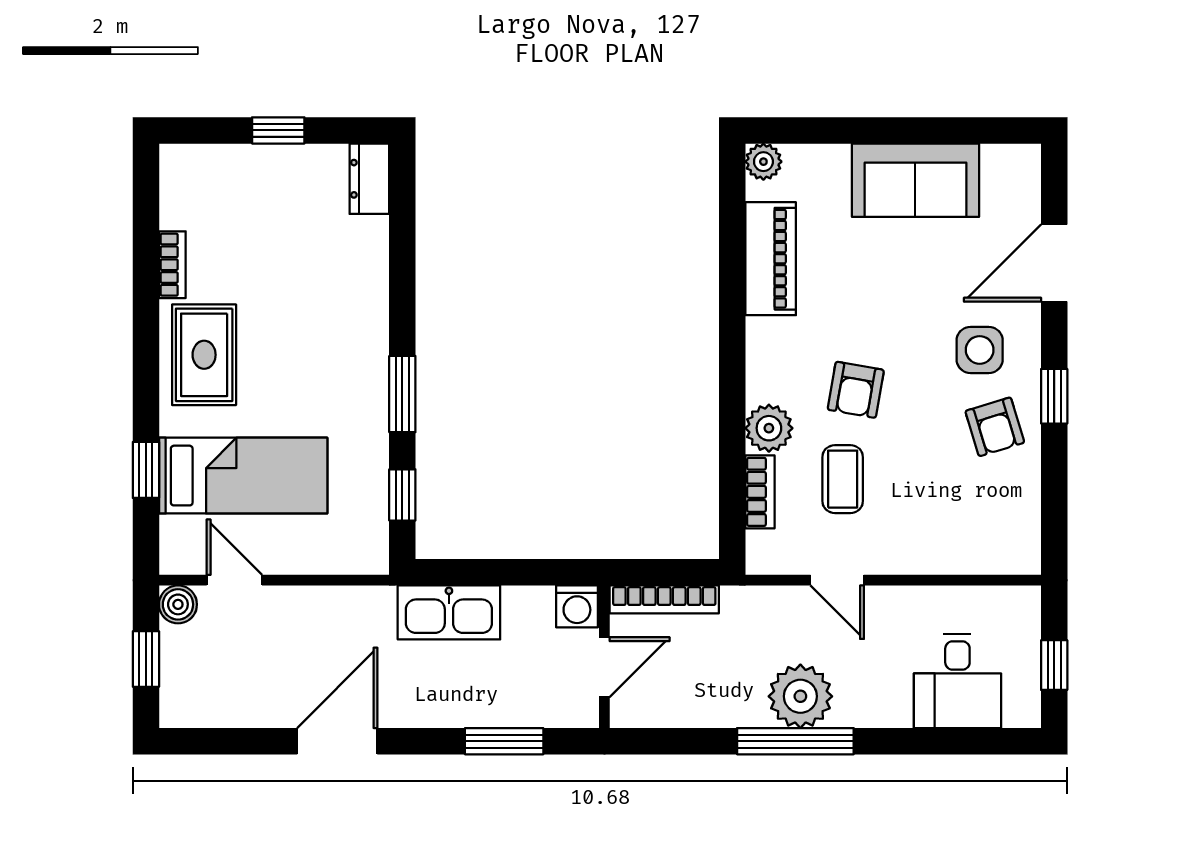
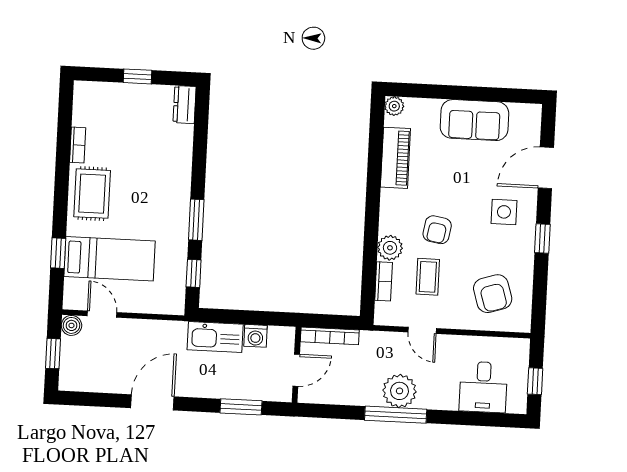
armchair: (995, 427) -> (493, 294), moved, width x1.38, depth x1.38
washing machine: (577, 606) -> (255, 336), moved

